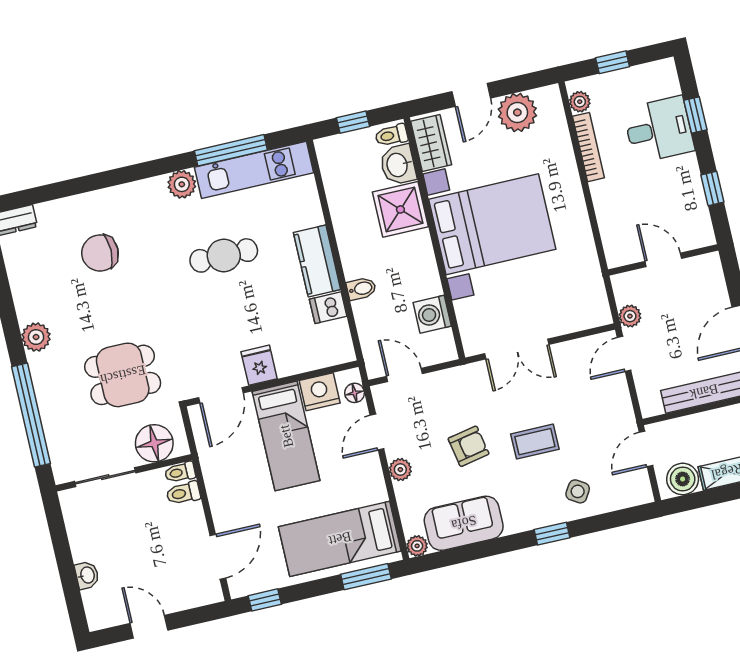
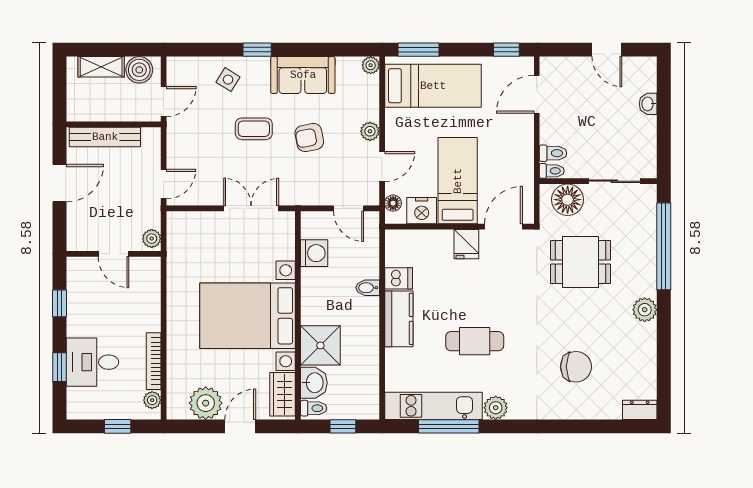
plant: (630, 316) -> (152, 239), moved
sofa: (464, 523) -> (303, 75), moved

